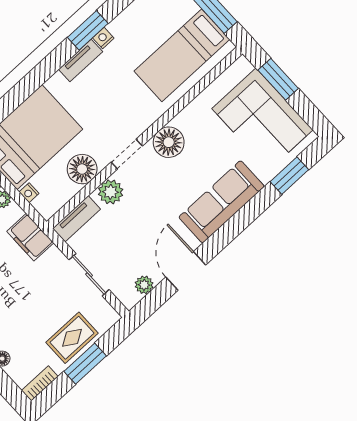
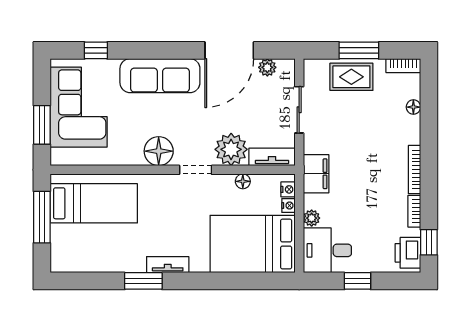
nightstand: (103, 38) -> (288, 189), moved, turned -90
floor lamp: (82, 169) -> (243, 181), width x0.53, depth x0.53
window: (289, 176) -> (96, 50), width x0.67
plant: (111, 192) -> (231, 149), width x1.36, depth x1.36
door: (186, 271) -> (229, 50), width x1.36

